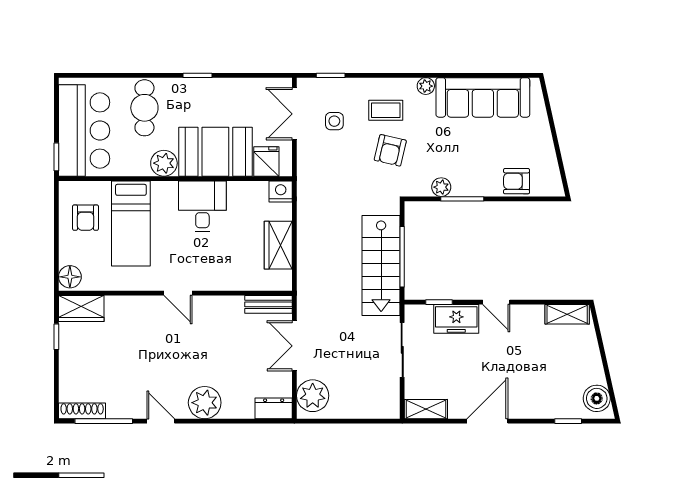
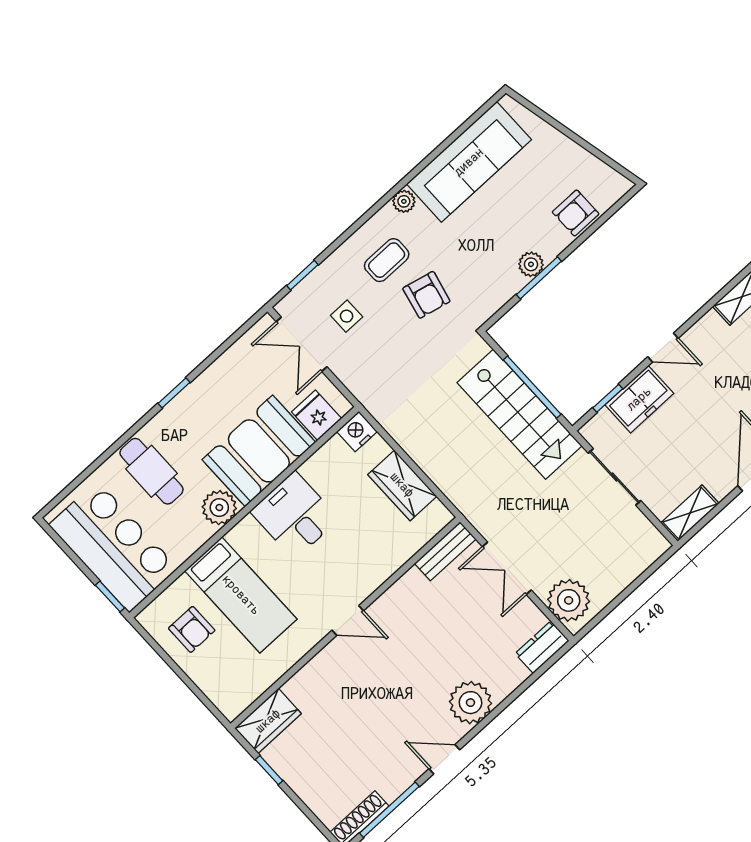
plant: (441, 187) -> (531, 264), moved
floor lamp: (70, 277) -> (229, 700), removed

